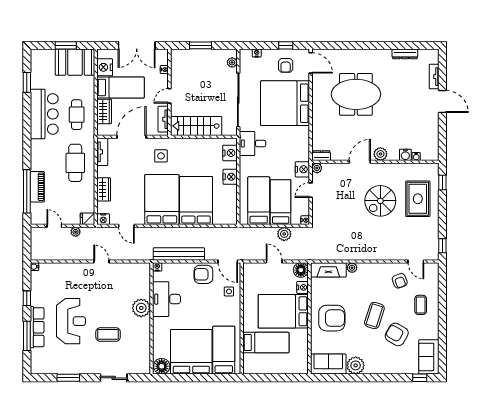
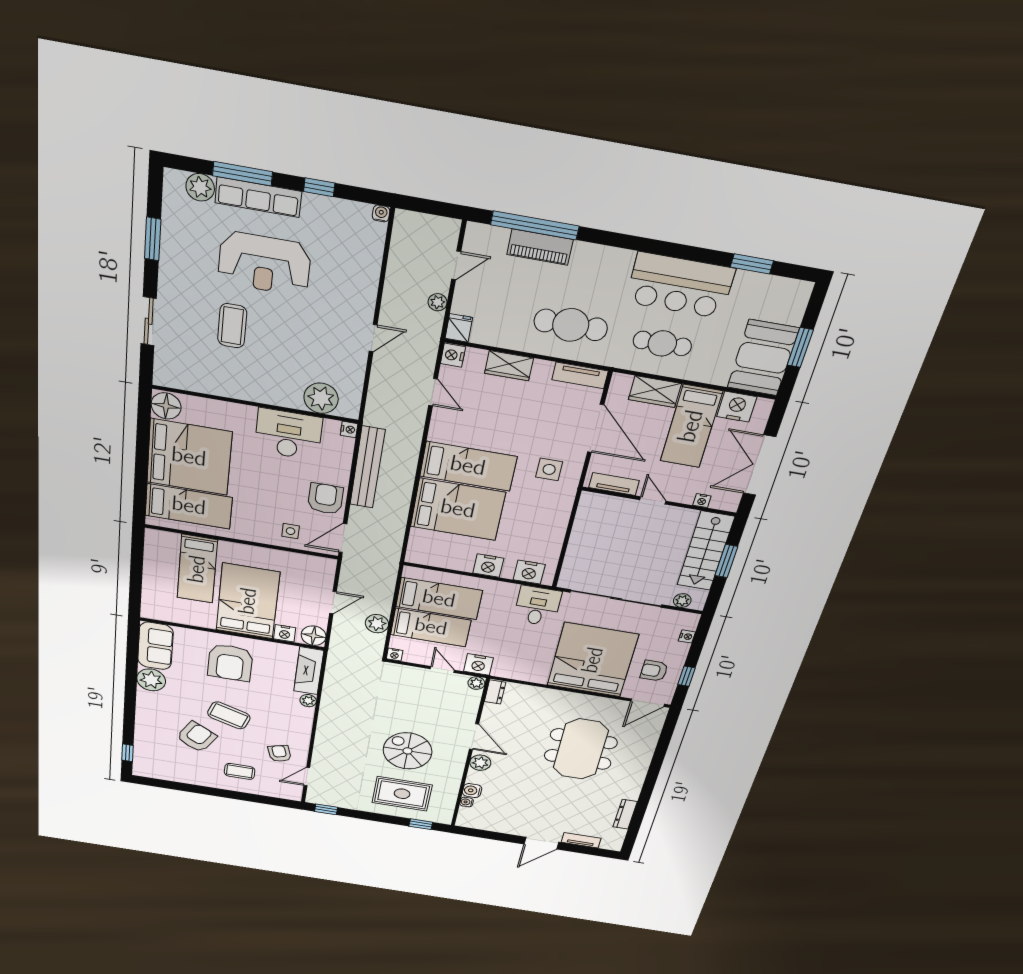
stairs: (196, 126) -> (706, 551), moved, turned 180
bed: (162, 200) -> (468, 466), width x0.67
door: (126, 226) -> (433, 392), swing flipped
armchair: (400, 281) -> (280, 754), turned 94
plant: (141, 308) -> (321, 398), moved
plant: (37, 356) -> (200, 187), added
sofa: (429, 357) -> (159, 768), removed

